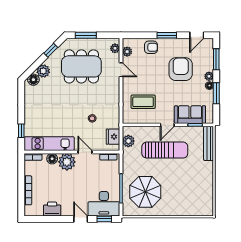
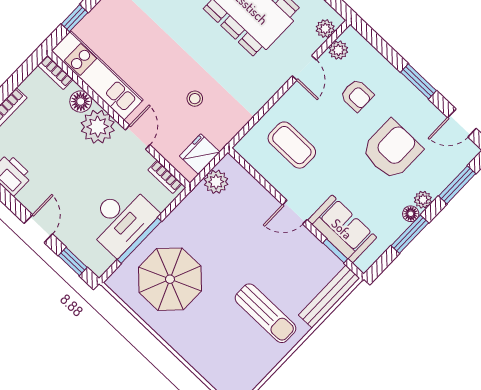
armchair: (151, 47) -> (357, 95), moved
sun lounger: (165, 150) -> (265, 313), moved, width x0.73, depth x0.75
desk: (104, 204) -> (121, 219), moved, turned -90

